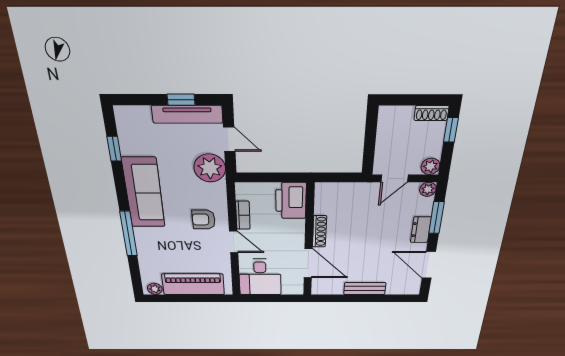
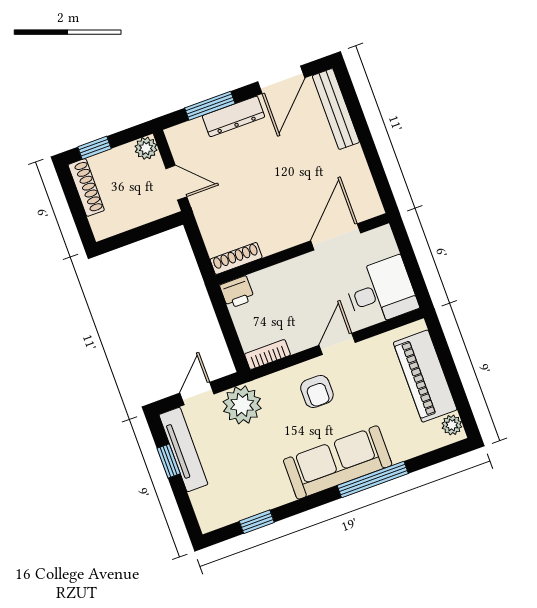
shoe rack: (431, 113) -> (86, 187), width x1.43
plant: (428, 189) -> (176, 136), removed
sofa: (144, 193) -> (338, 462), moved
printer: (291, 201) -> (237, 292), width x0.53, depth x0.68
bookcase: (243, 215) -> (267, 354), moved
dresser: (421, 230) -> (234, 116), width x1.44
shoe rack: (319, 231) -> (236, 258), moved
bench: (365, 289) -> (336, 109), moved, width x1.36

